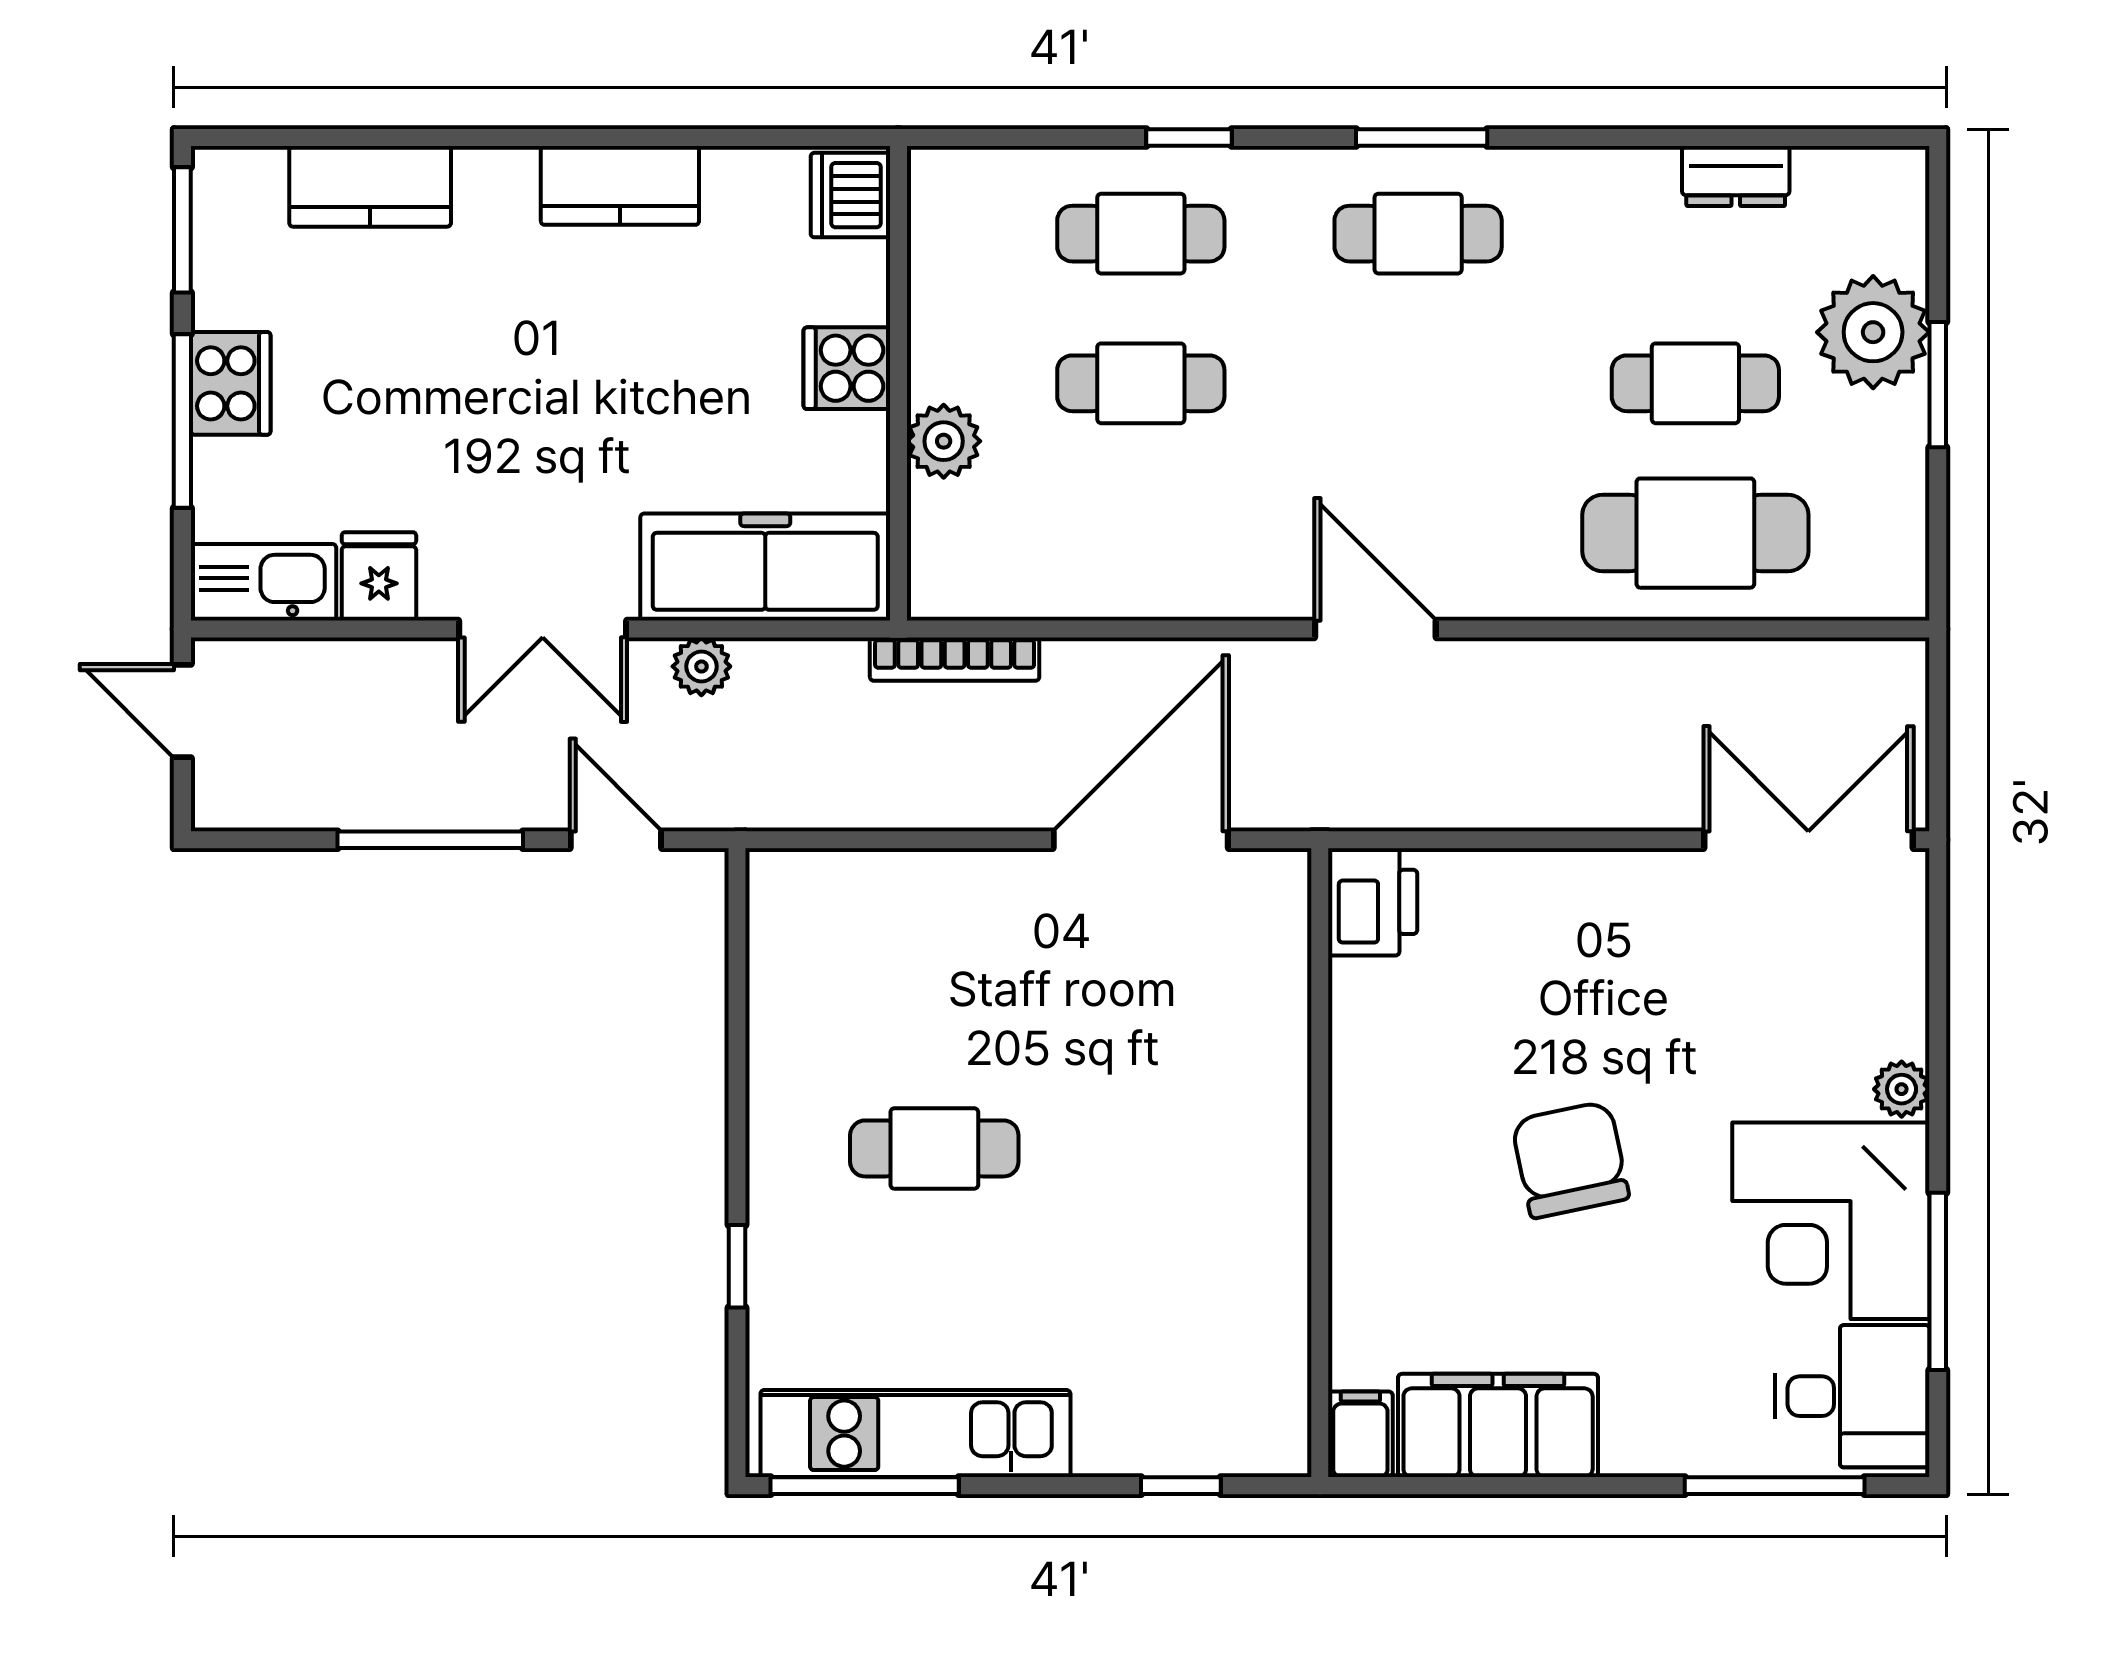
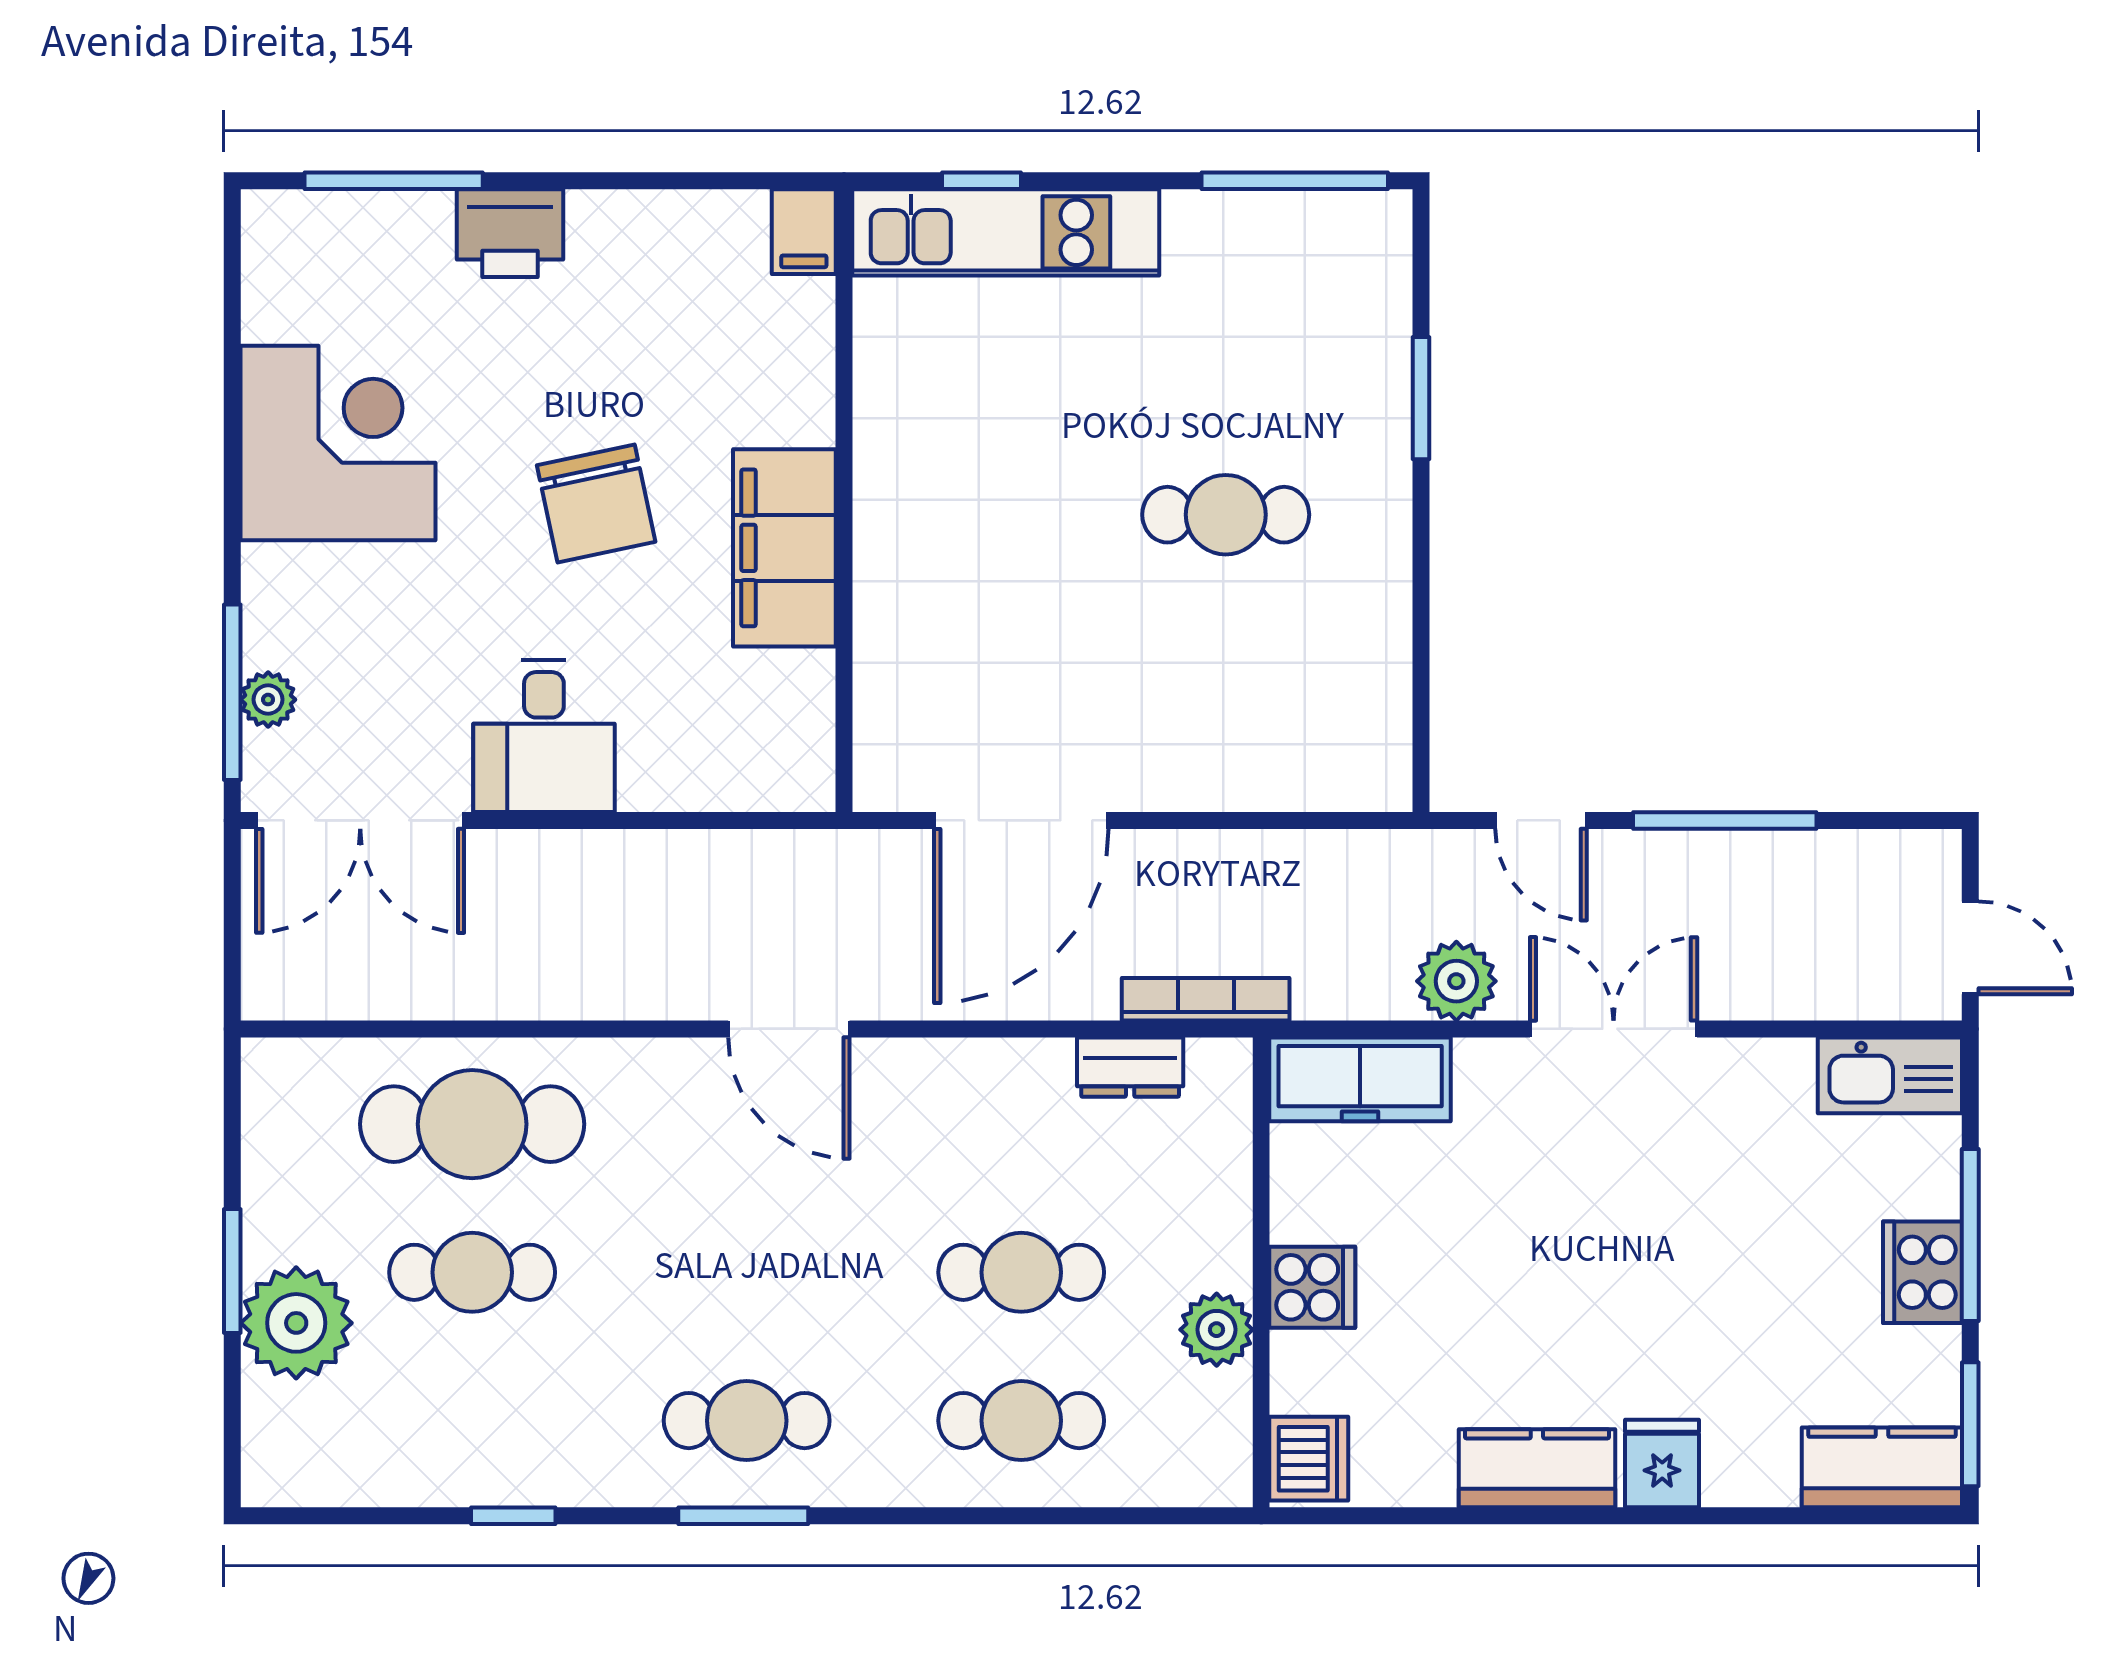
window: (1189, 138) -> (513, 1516), moved
dresser: (1736, 176) -> (1130, 1067), moved, turned 180
kitchen counter: (370, 186) -> (1882, 1467), moved
plant: (944, 441) -> (1217, 1330), moved
freezer: (765, 567) -> (1360, 1079), width x0.73, depth x0.79
fridge: (379, 576) -> (1662, 1463), moved, turned 180
plant: (701, 666) -> (1456, 981), width x1.38, depth x1.38
printer: (1373, 902) -> (510, 233), moved, turned -90
plant: (1902, 1089) -> (268, 700), moved
window: (737, 1266) -> (1421, 398), width x1.50
window: (1938, 1281) -> (232, 692), moved
desk: (1852, 1396) -> (544, 736), moved, turned -90
filing cabinet: (1498, 1425) -> (784, 548), moved, turned 90
kitchen unit: (915, 1434) -> (1006, 232), moved

